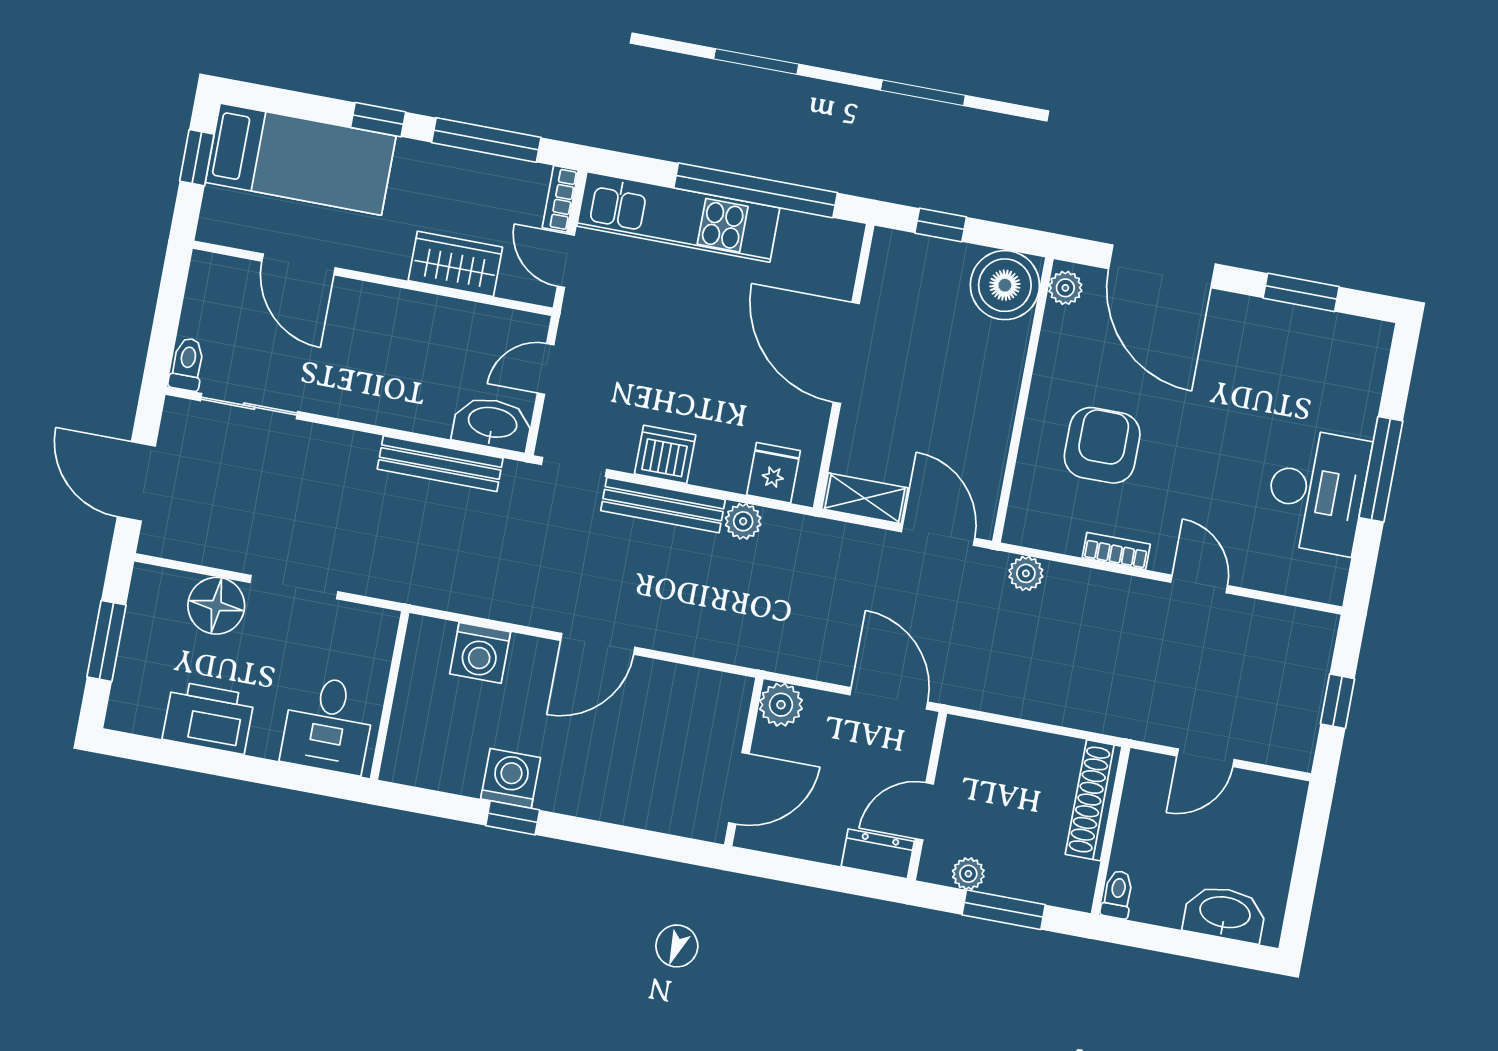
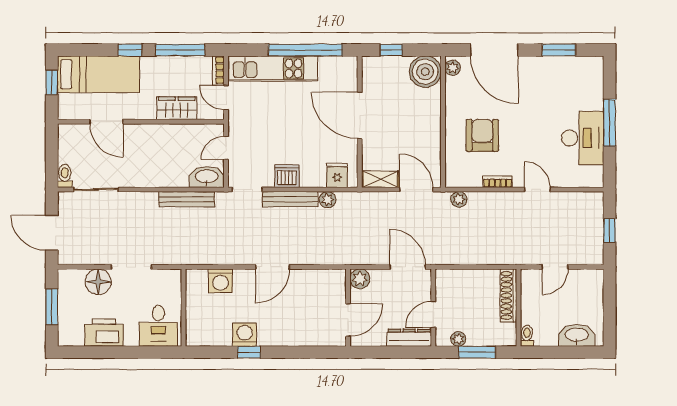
dresser: (878, 854) -> (409, 338), width x1.44

